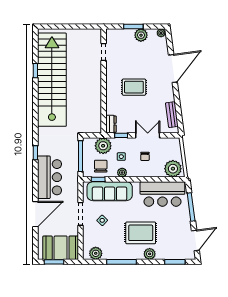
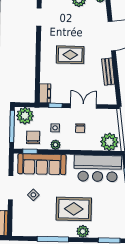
bench: (172, 115) -> (108, 72), moved
plant: (103, 146) -> (25, 116), moved
plant: (96, 253) -> (26, 229), removed

